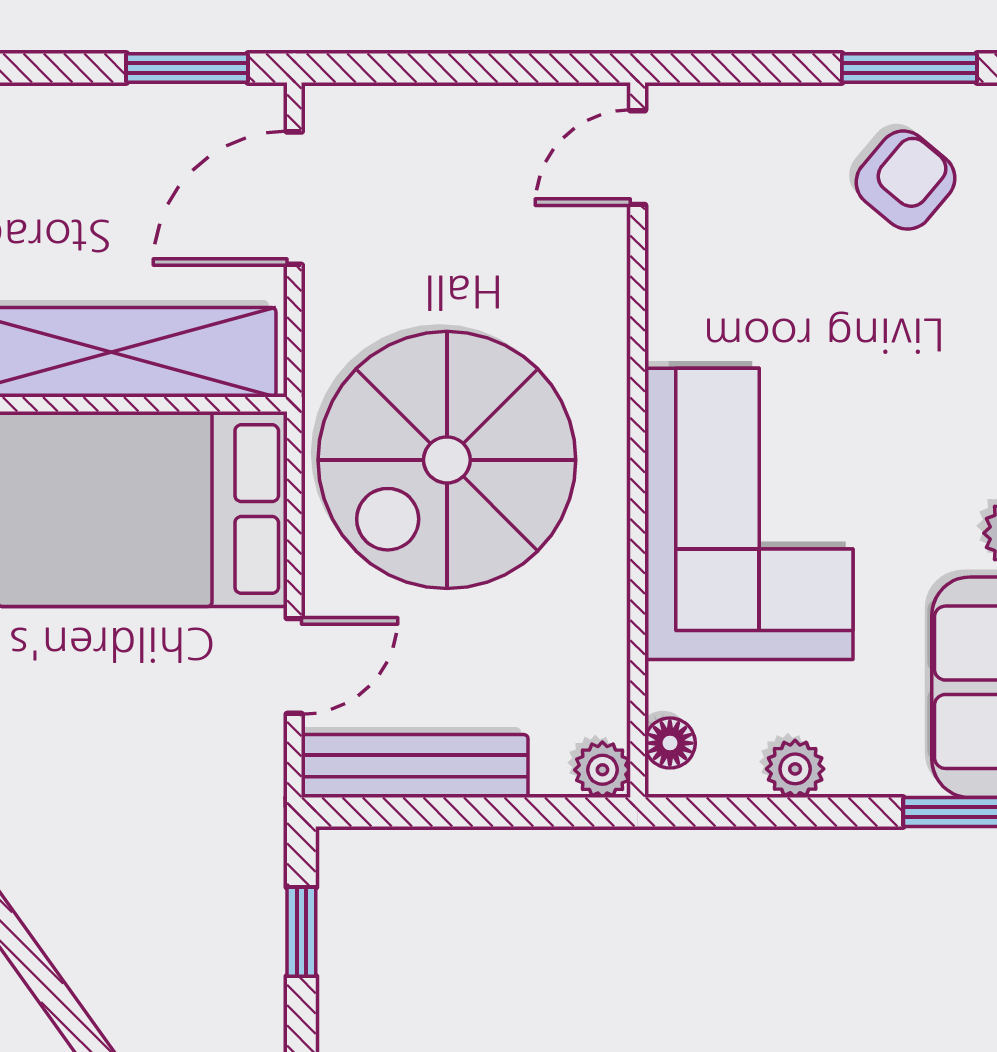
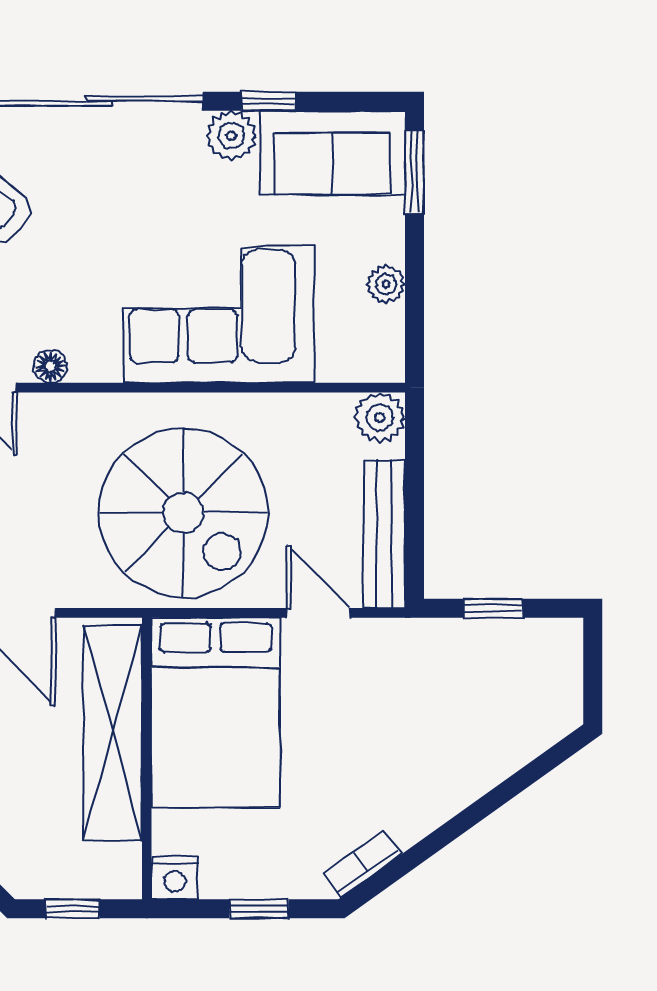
floor lamp: (670, 743) -> (50, 366), moved
plant: (602, 770) -> (380, 418), width x1.38, depth x1.38

